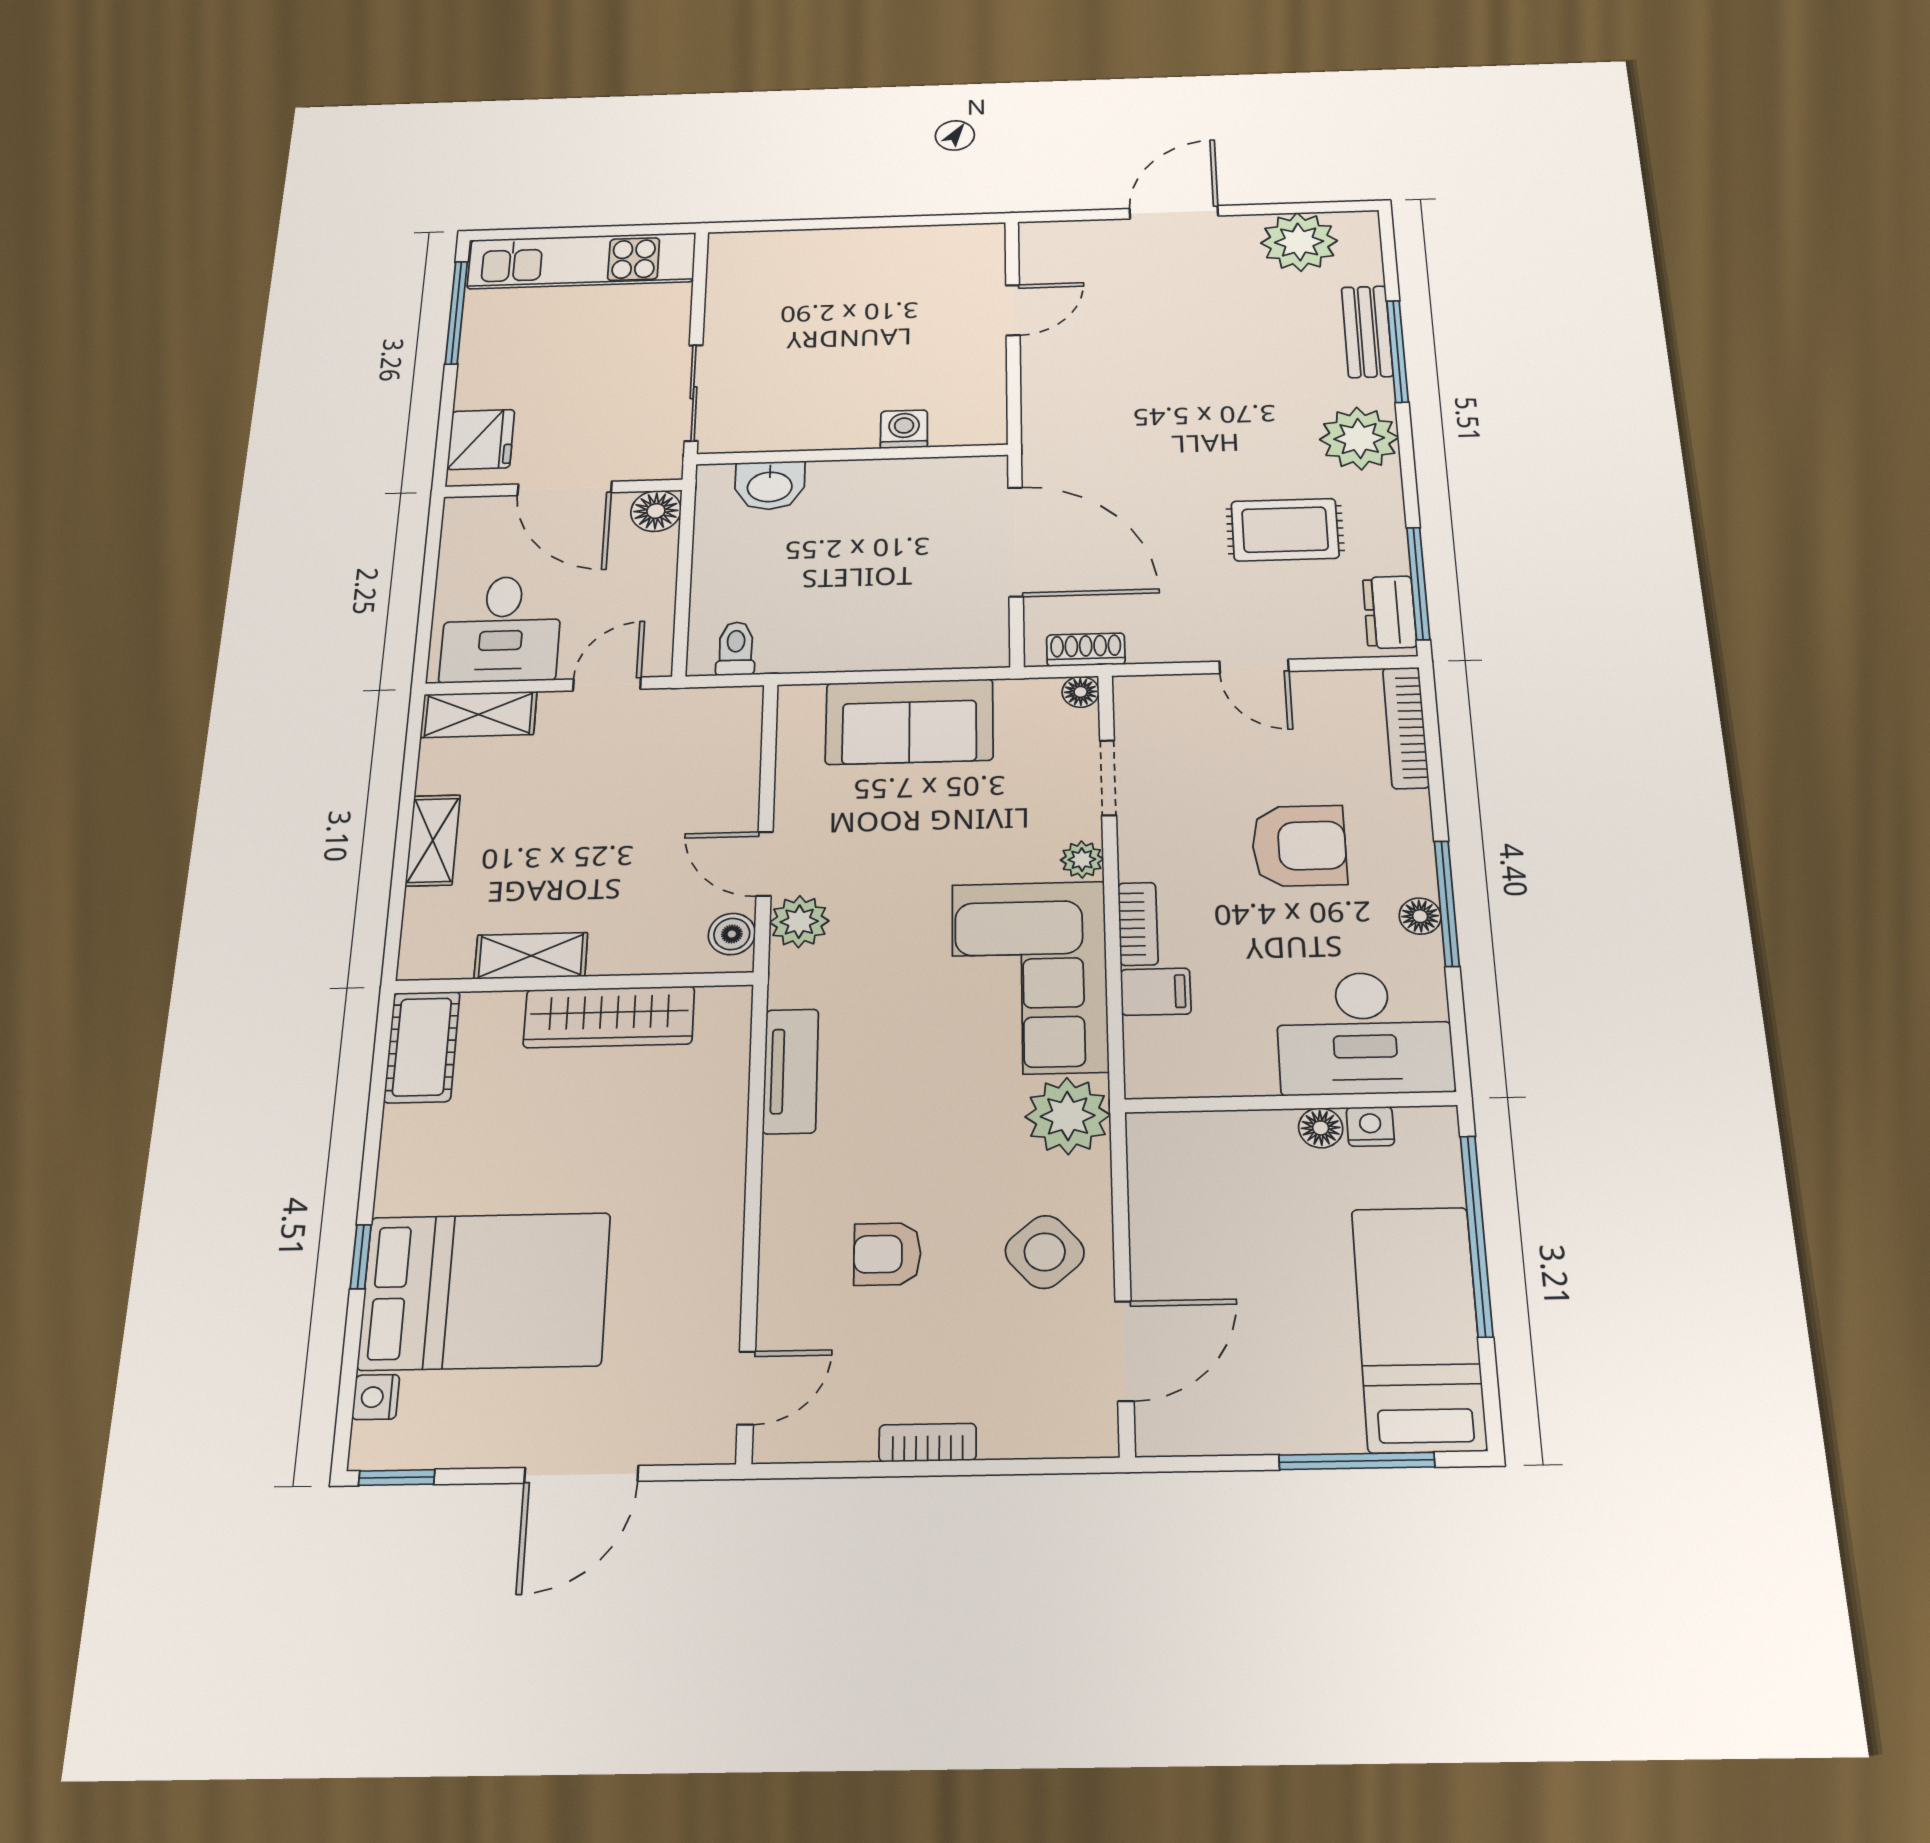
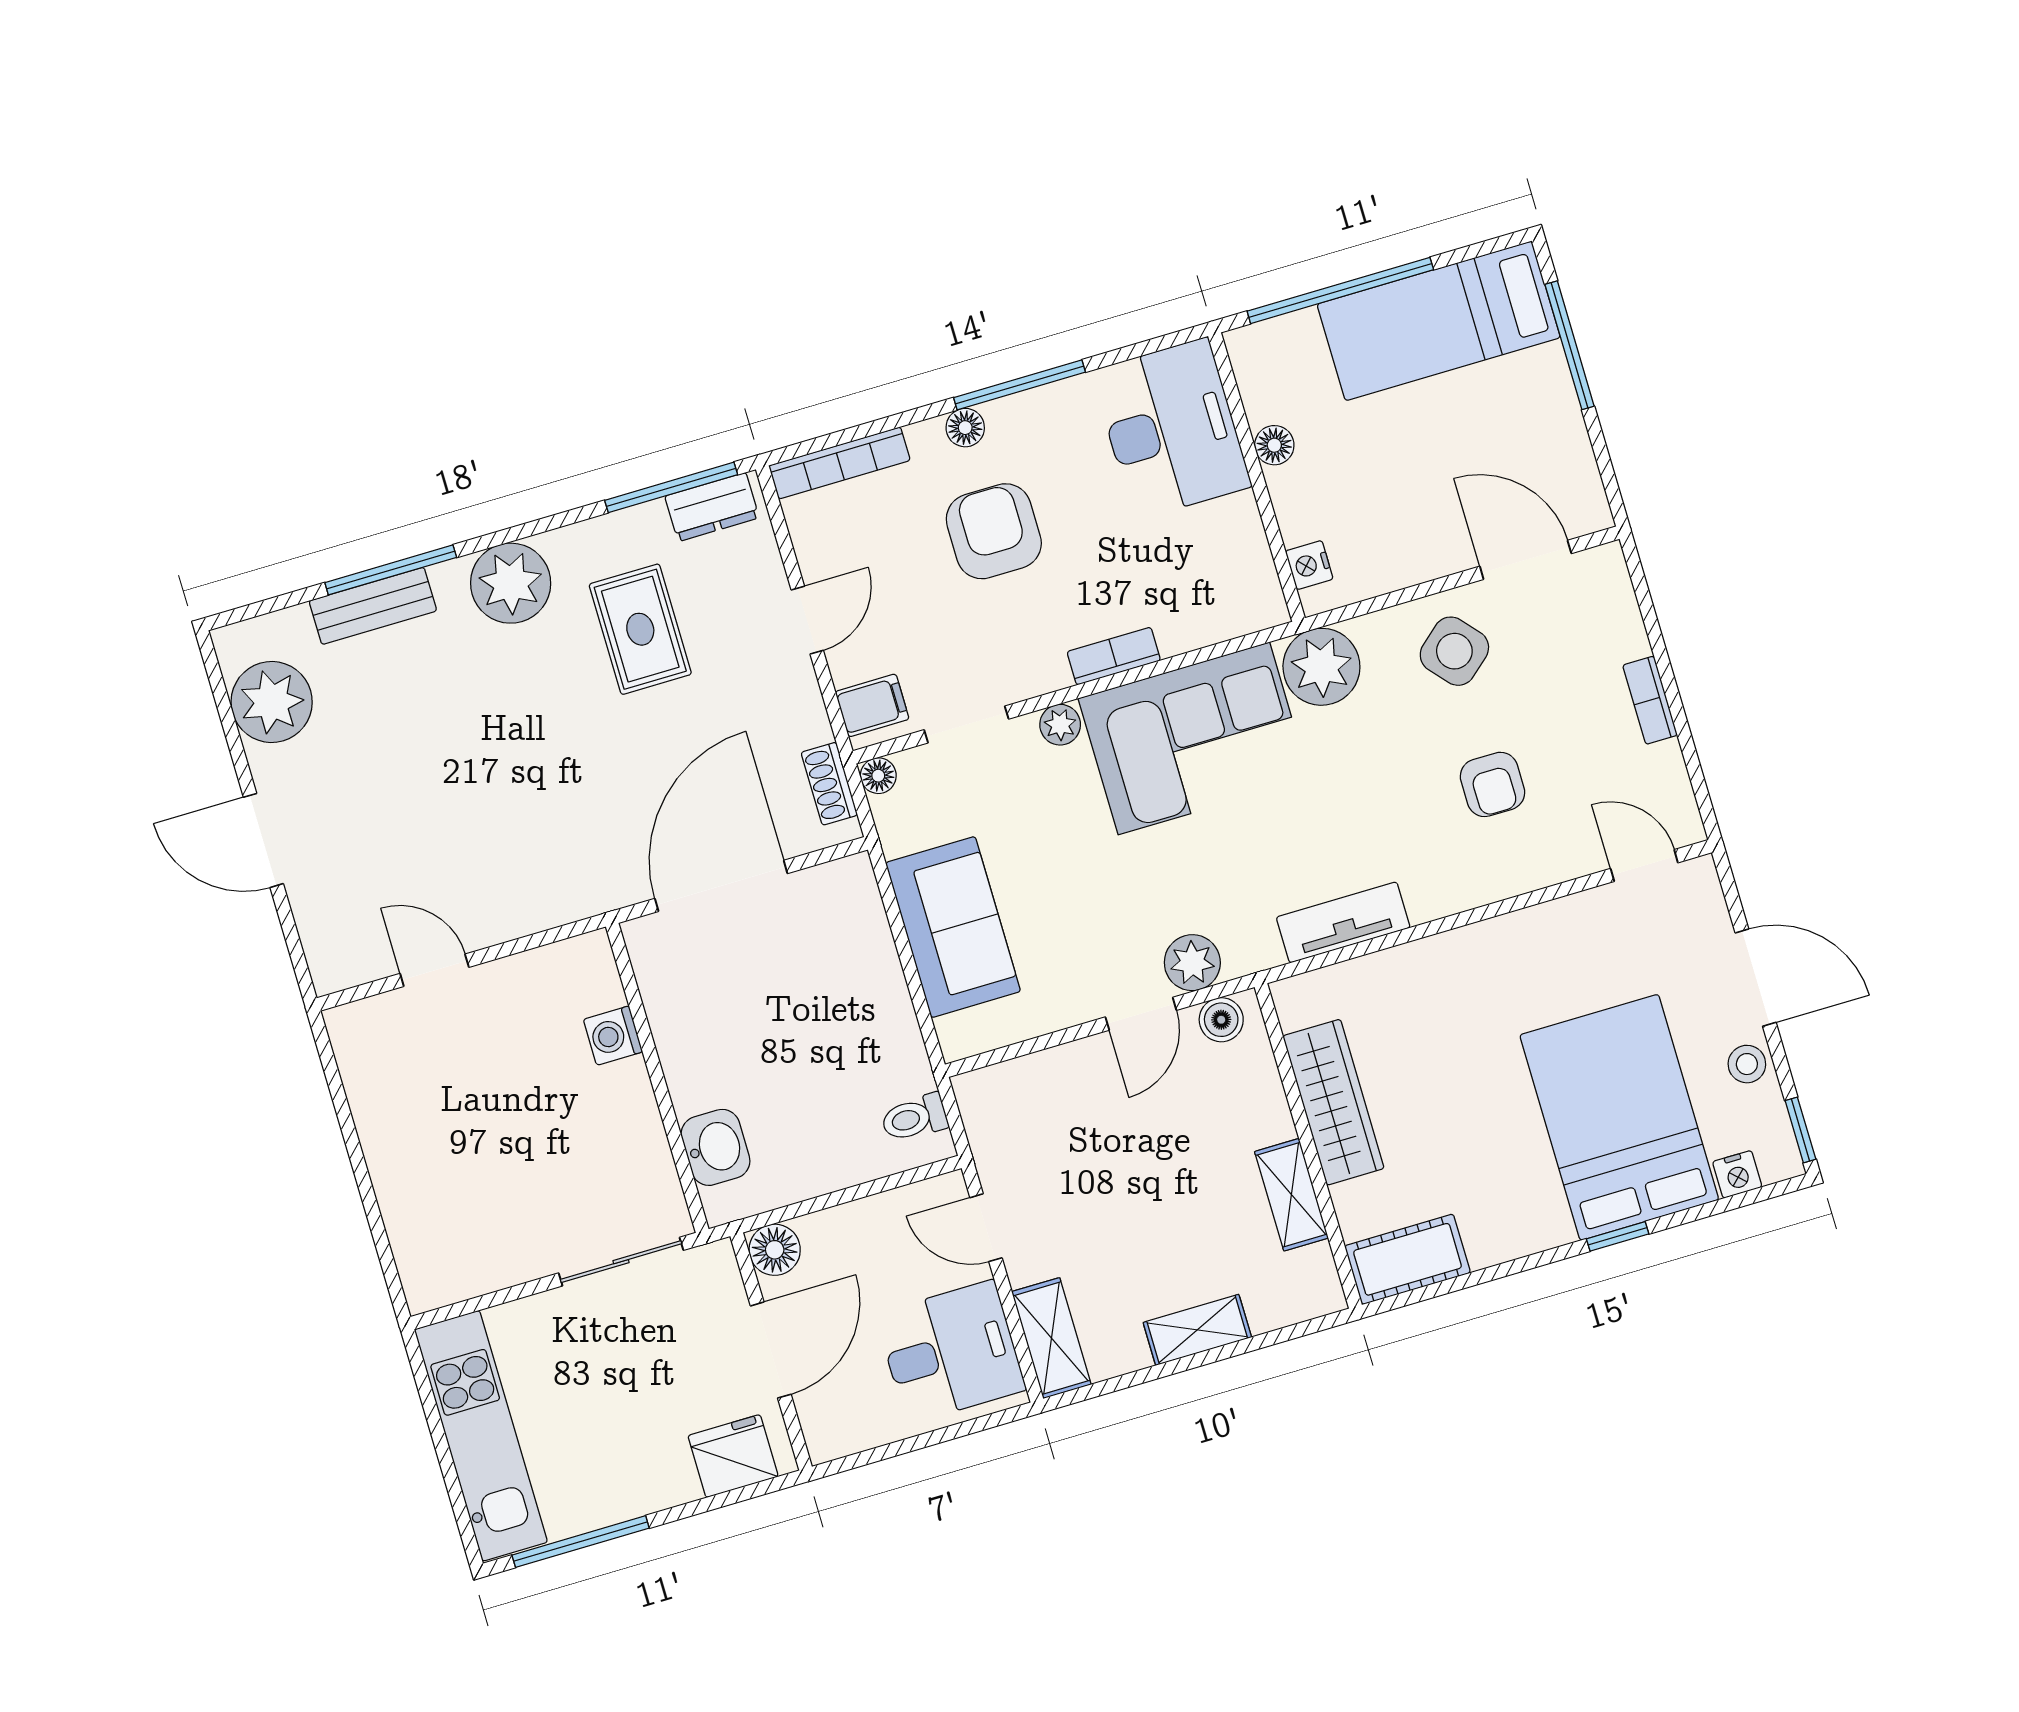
floor lamp: (1420, 916) -> (965, 428), moved
filing cabinet: (1156, 992) -> (872, 705), moved, turned 90
nightstand: (1370, 1126) -> (1309, 565), moved
stool: (490, 1439) -> (1747, 1064), added

